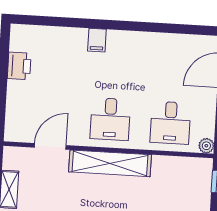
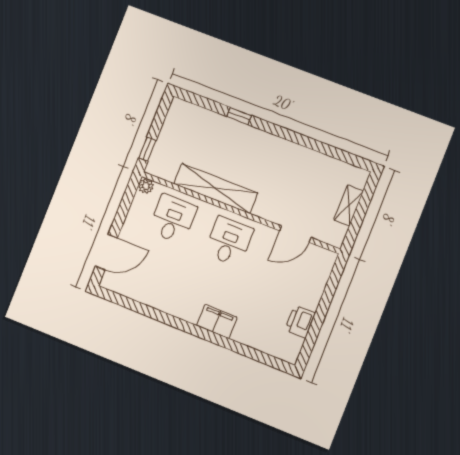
filing cabinet: (97, 40) -> (217, 321), width x2.00
shelving: (110, 163) -> (216, 188), moved

